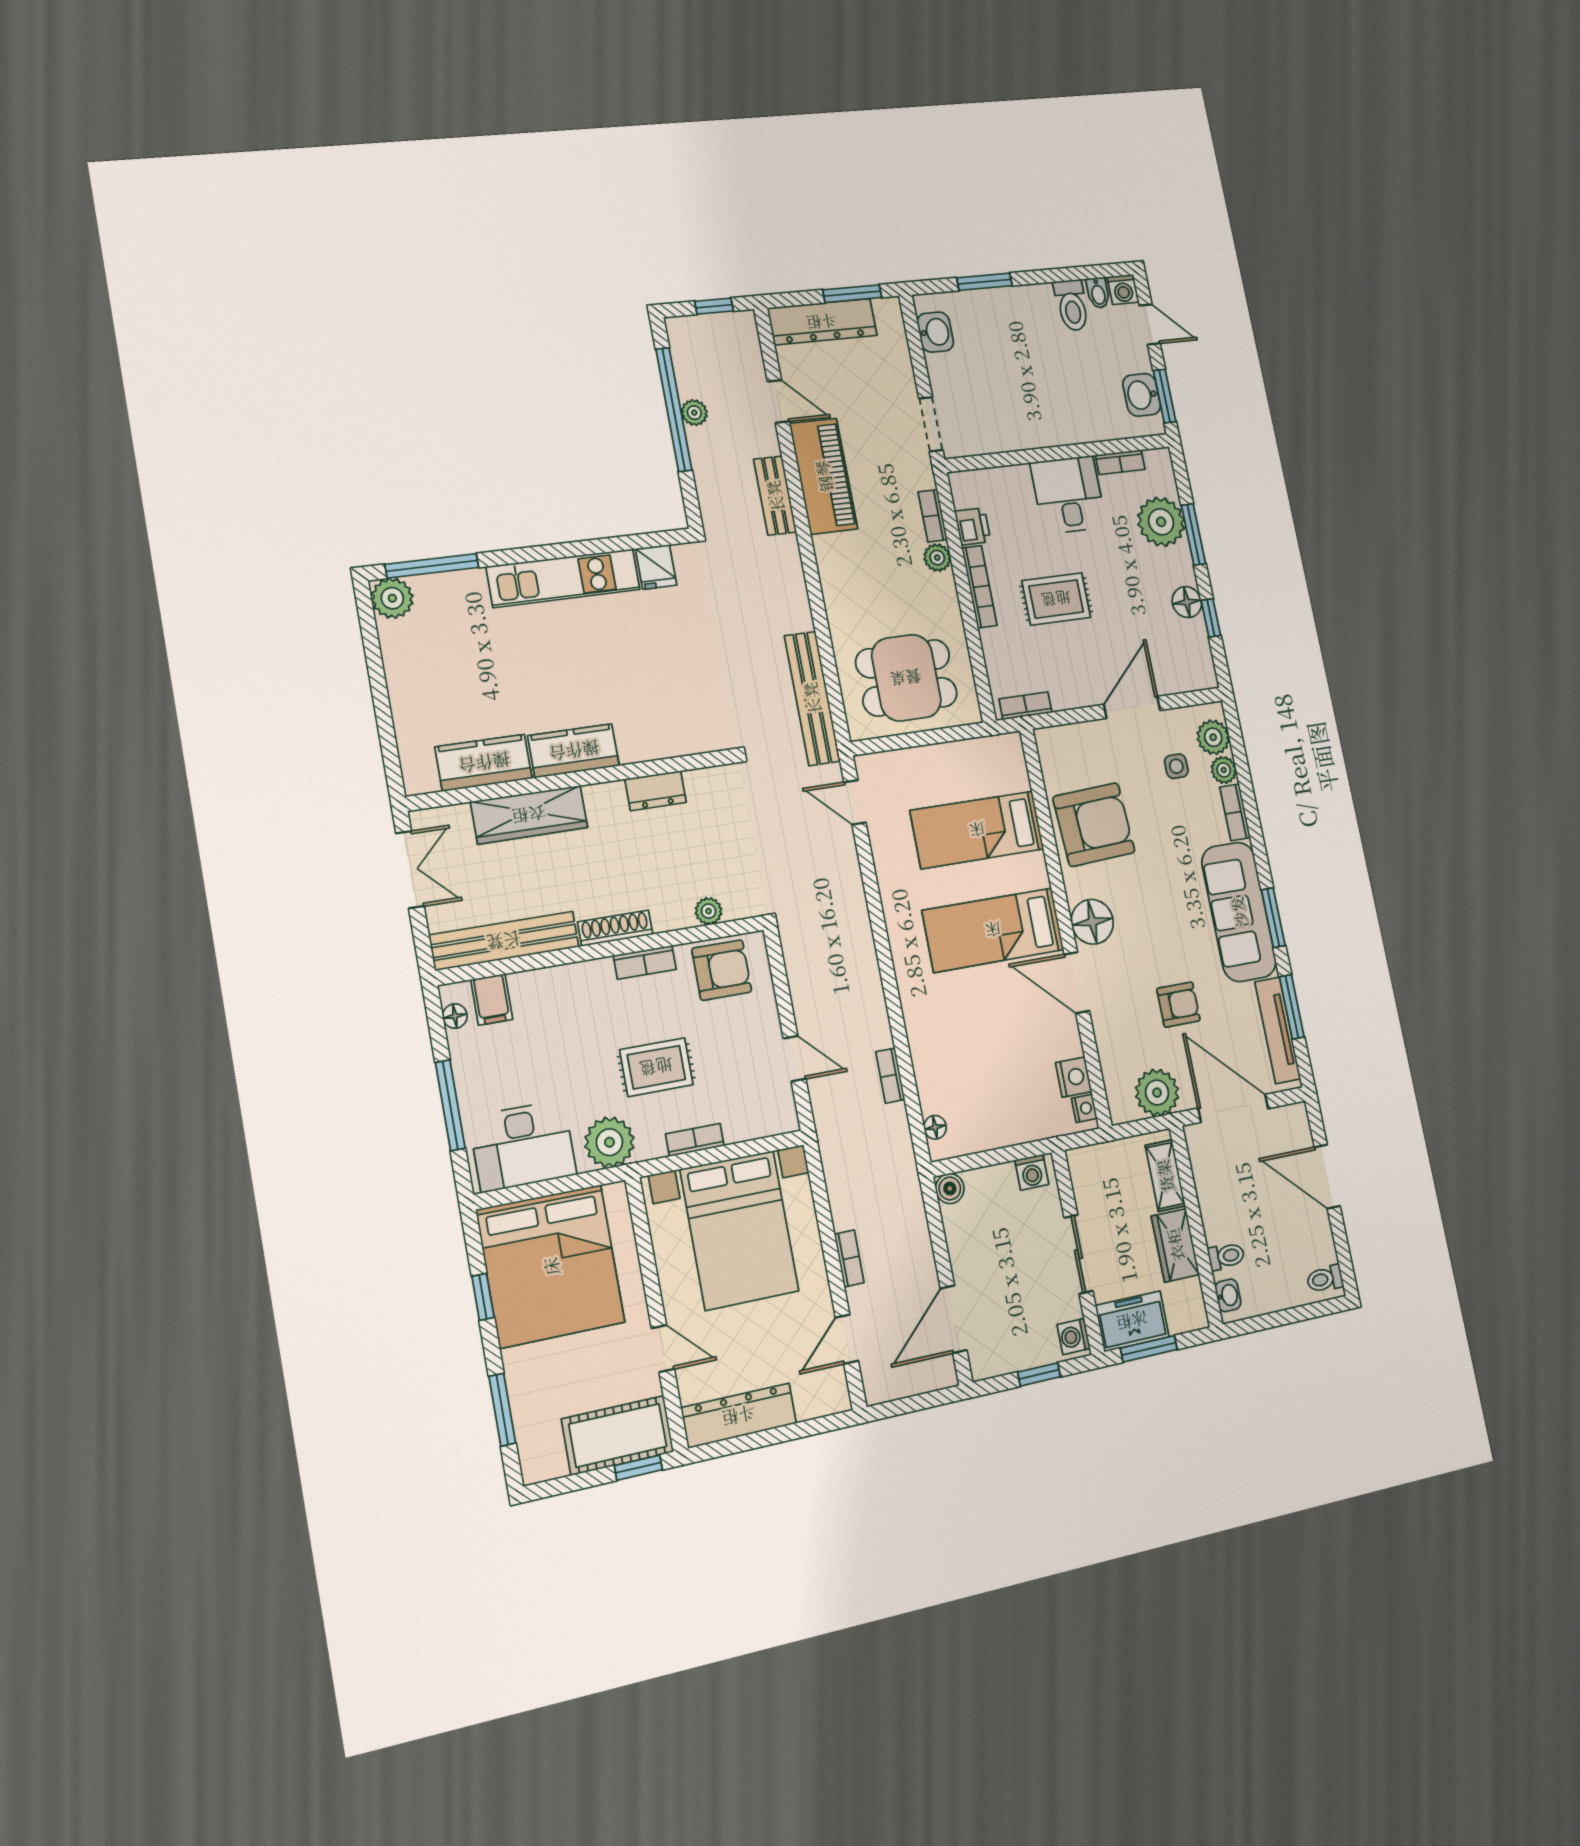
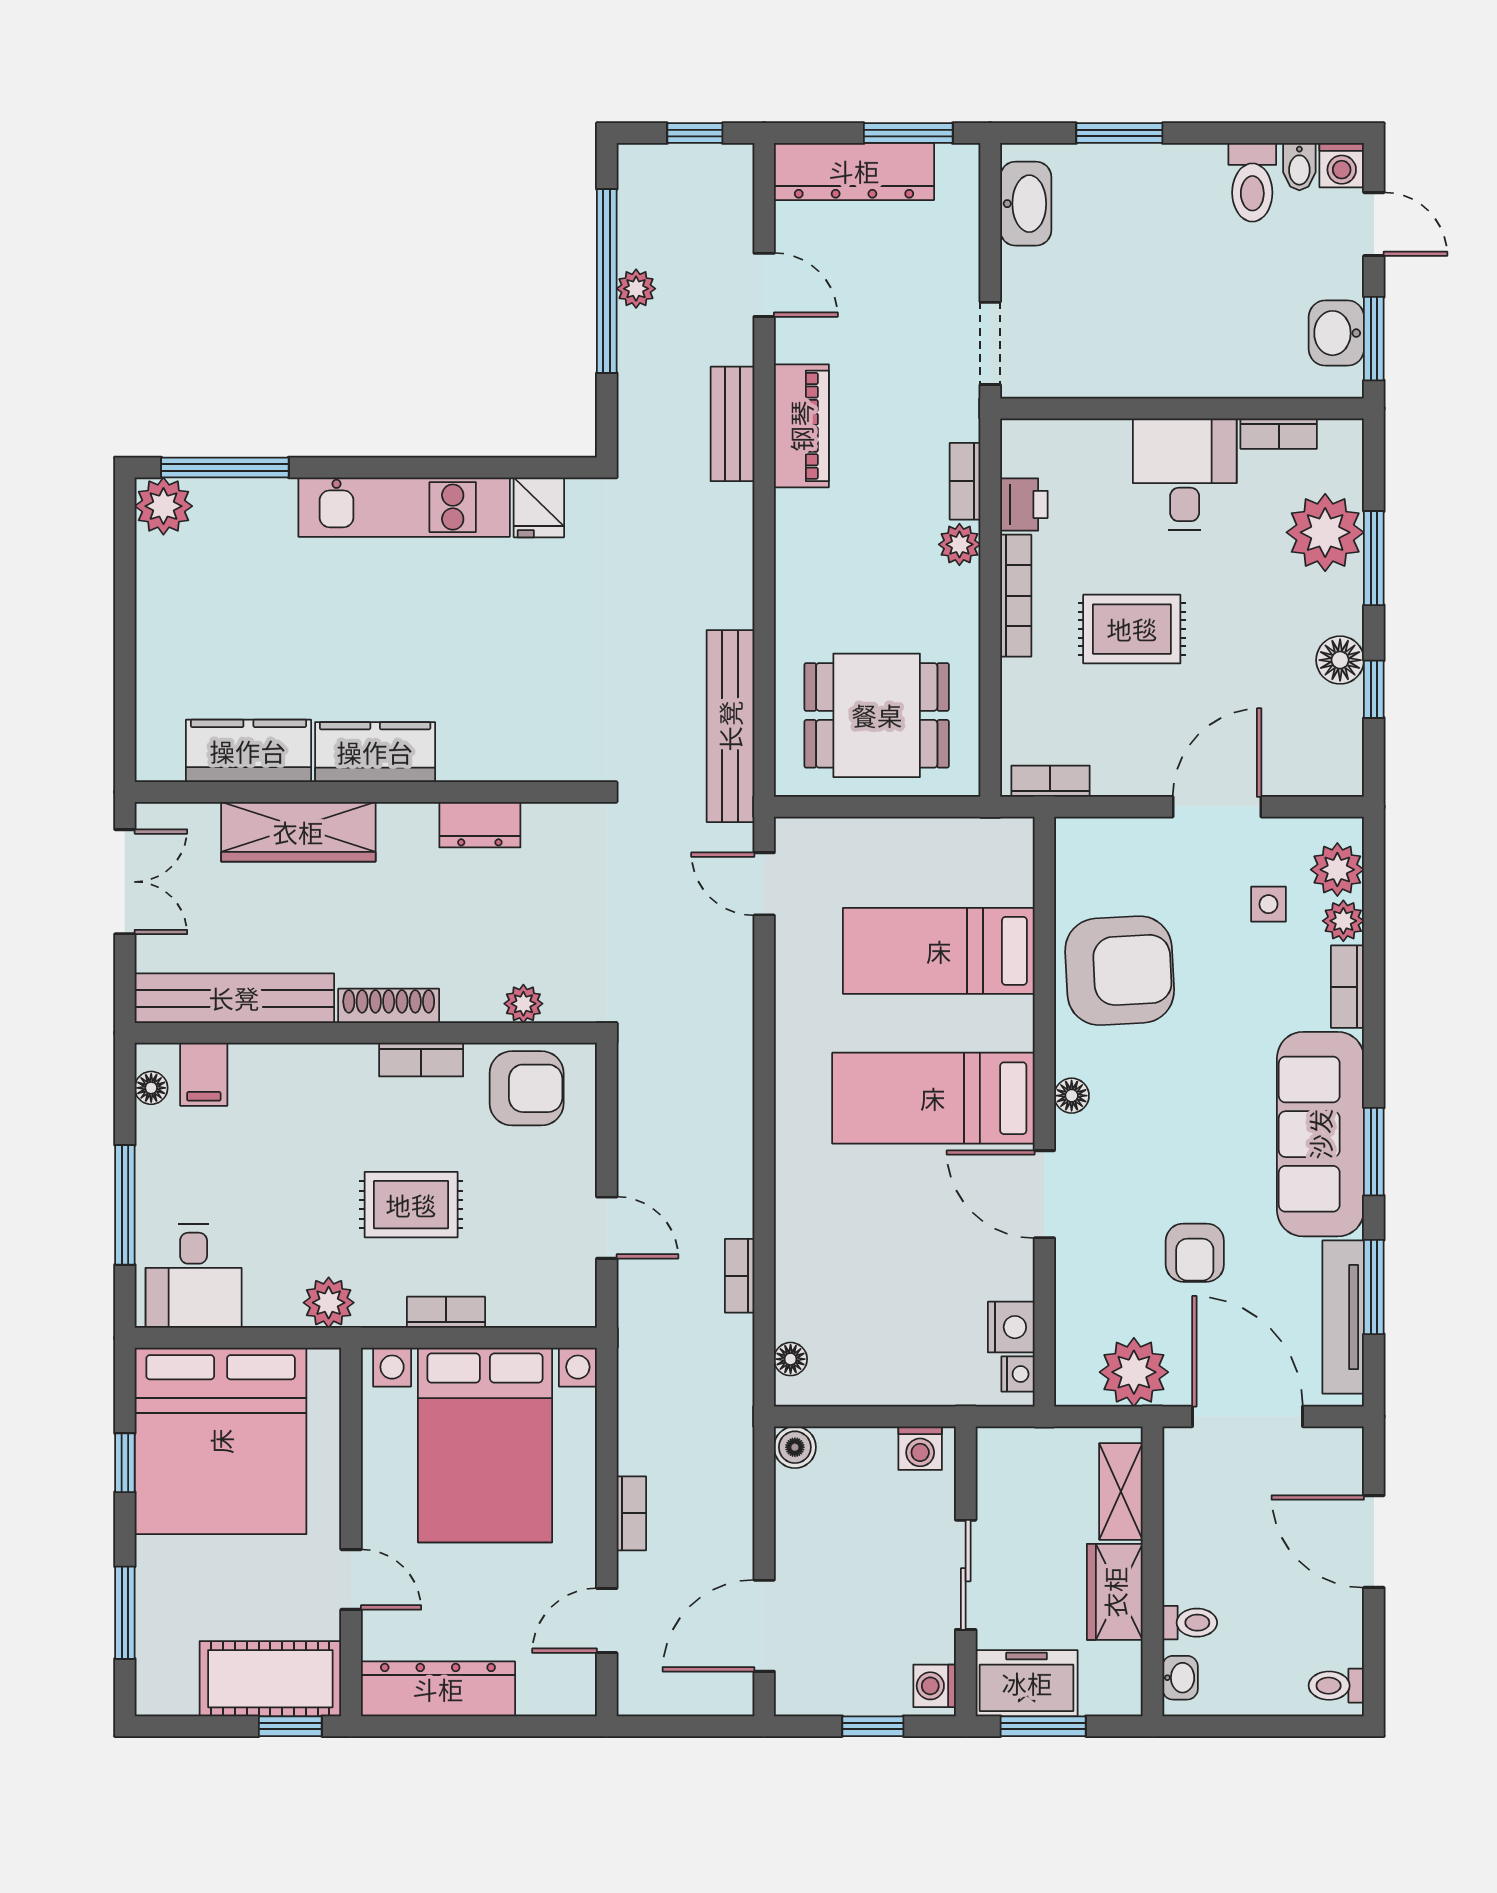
washbasin: (935, 332) -> (1026, 204), width x1.38
piano: (824, 476) -> (801, 426), width x0.73, depth x0.75
floor lamp: (1092, 922) -> (1072, 1096), width x0.53, depth x0.53
armchair: (1178, 1005) -> (1195, 1253), turned 90
plant: (609, 1142) -> (329, 1303), width x0.73, depth x0.73
desk: (523, 1146) -> (194, 1276), width x0.73

